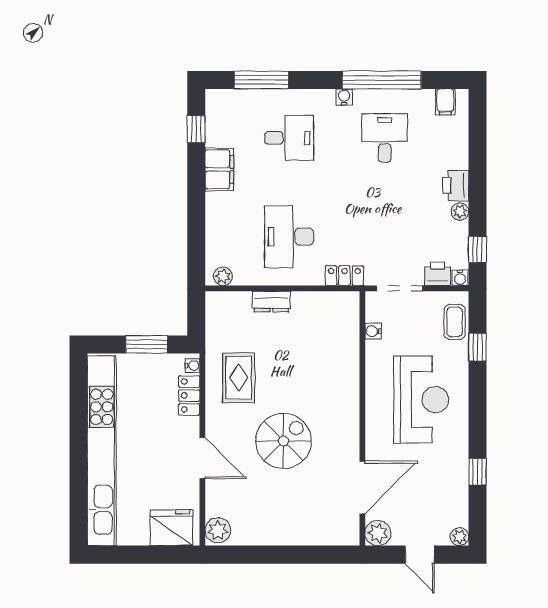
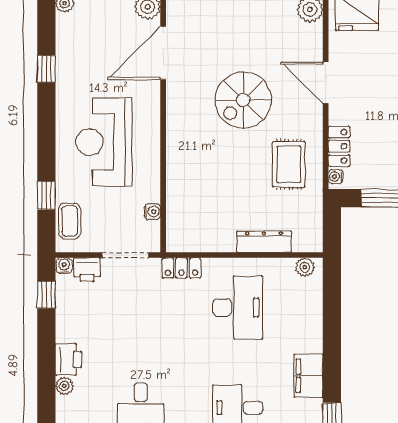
plant: (460, 212) -> (64, 386), moved
dresser: (271, 302) -> (264, 242), width x1.44

